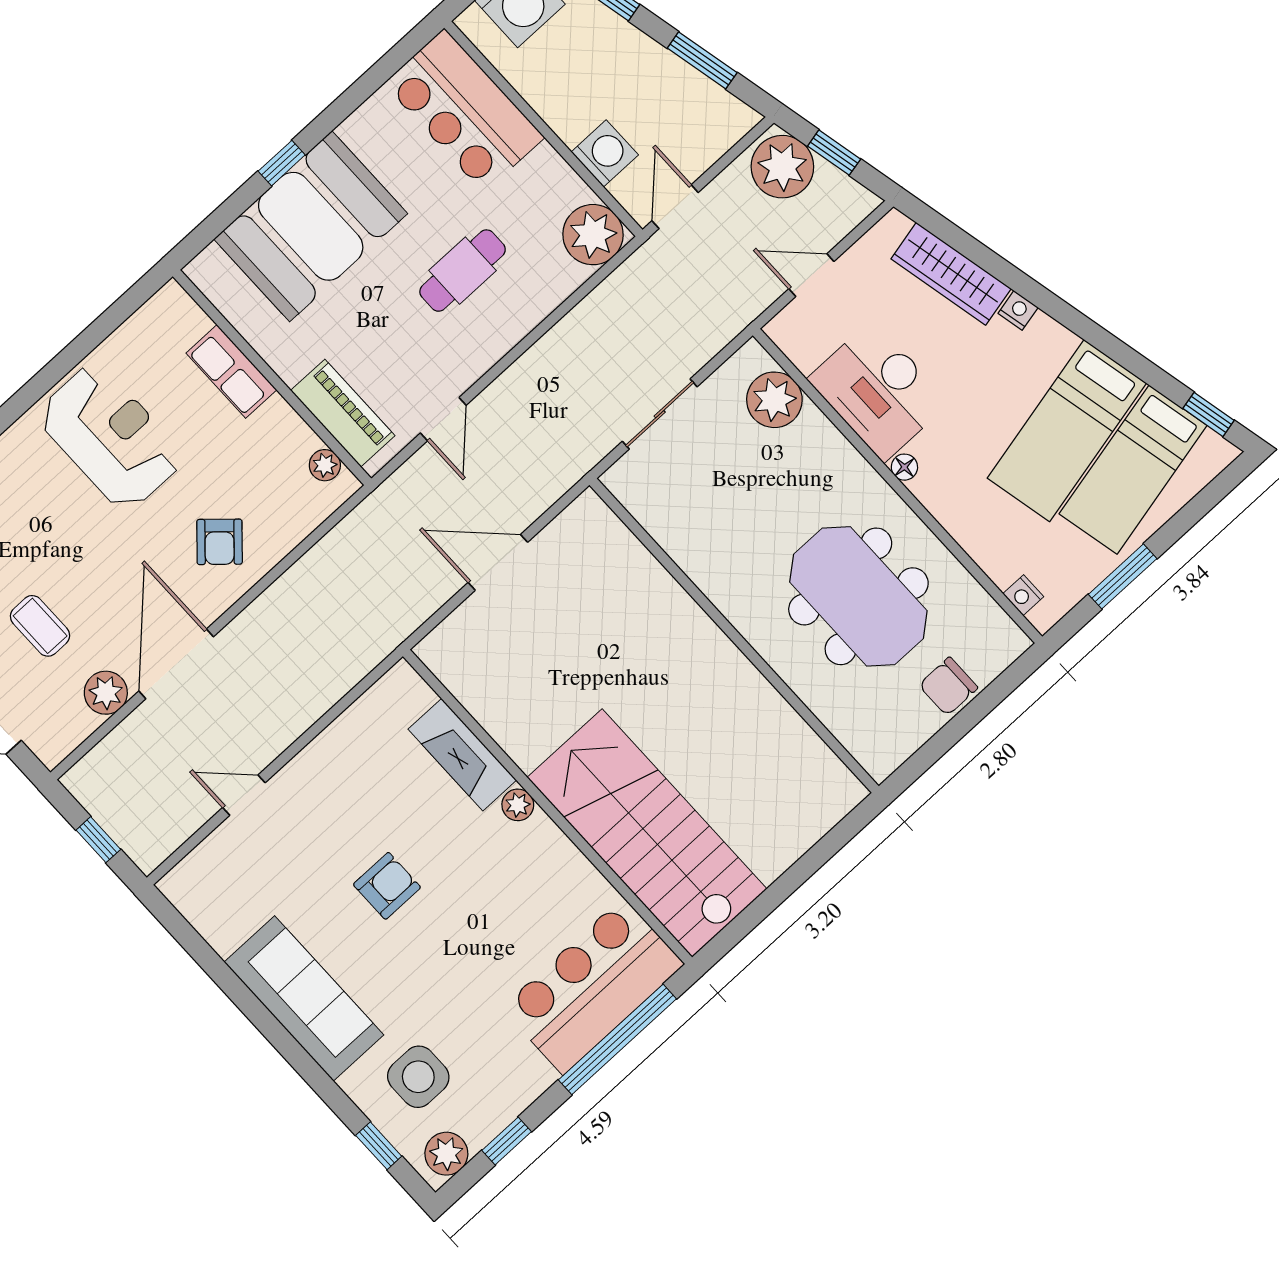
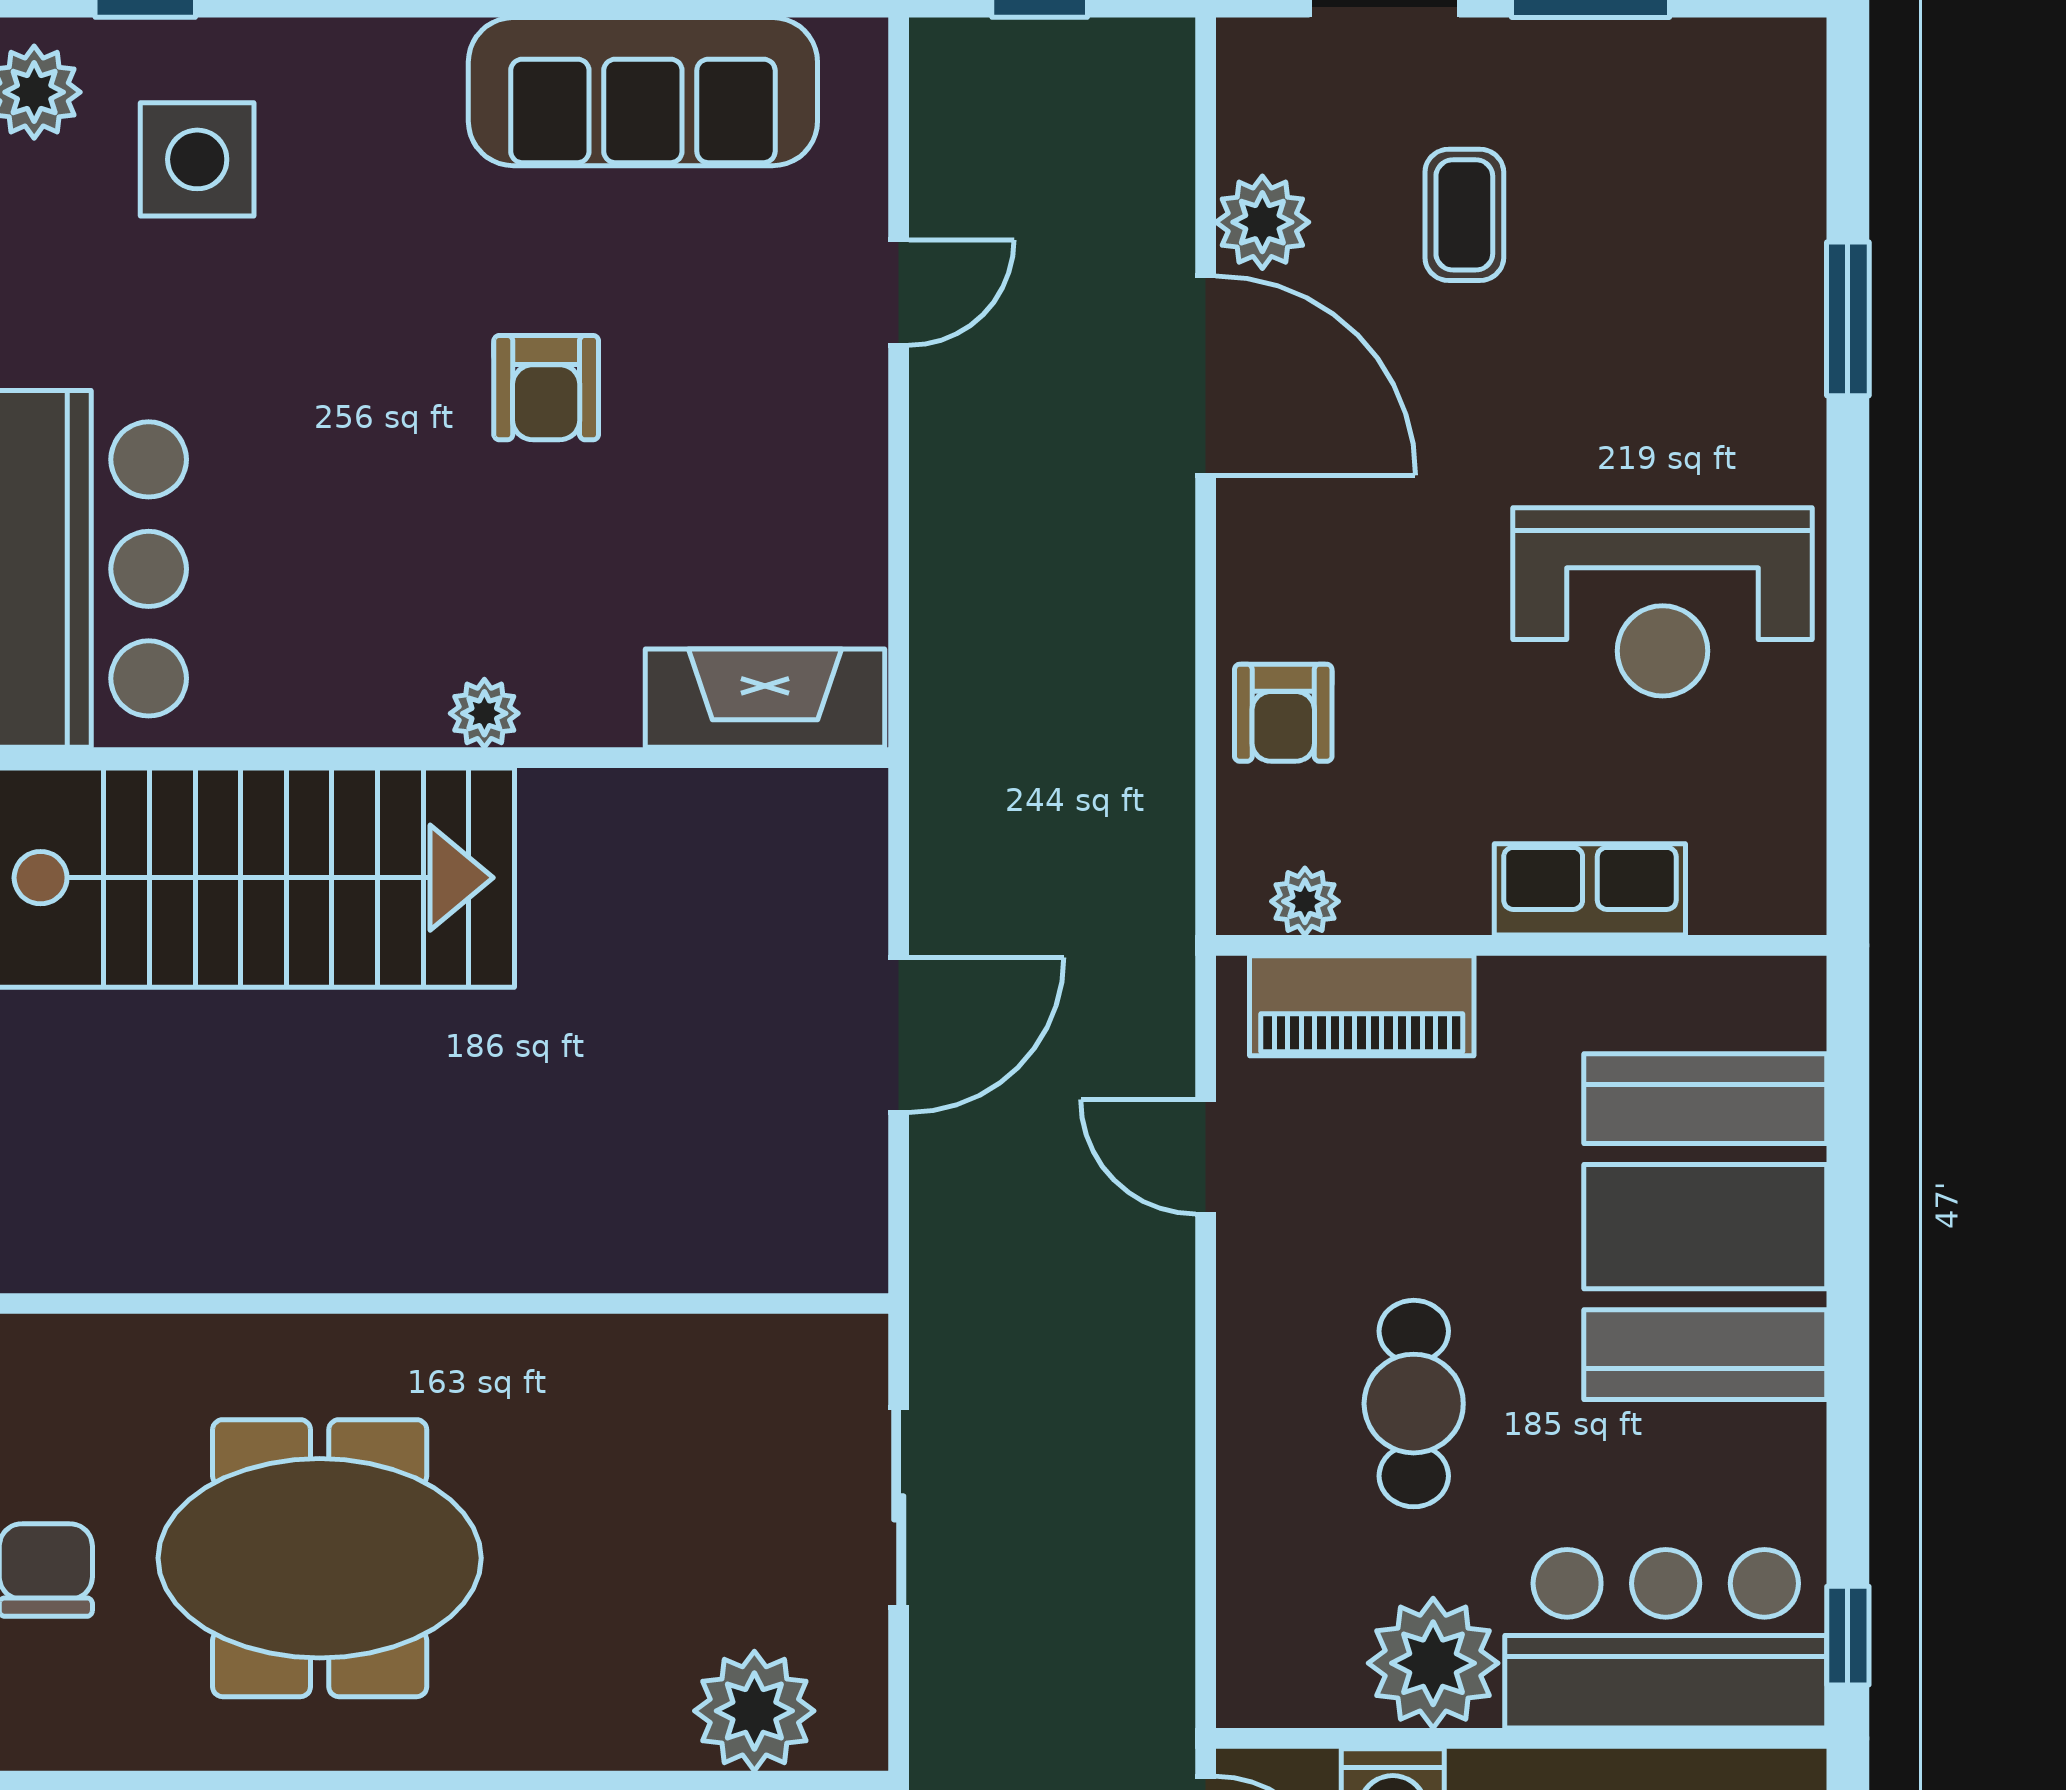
window: (282, 163) -> (1848, 1636), moved
plant: (593, 235) -> (1433, 1663), moved
armchair: (220, 542) -> (1283, 713), moved, turned -132
coffee table: (40, 626) -> (1464, 215), turned 90
fireplace: (462, 755) -> (765, 698), moved
sofa: (304, 999) -> (643, 92), moved

